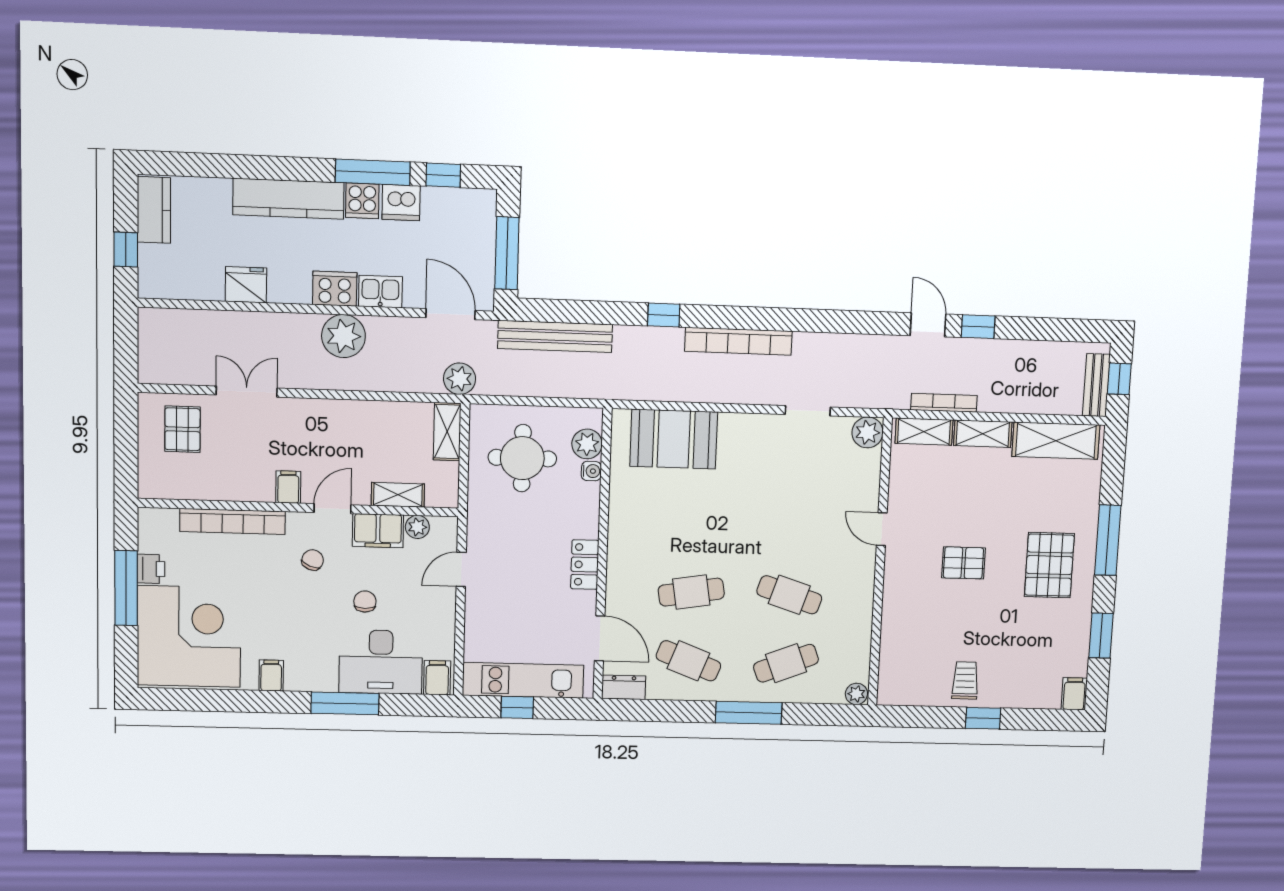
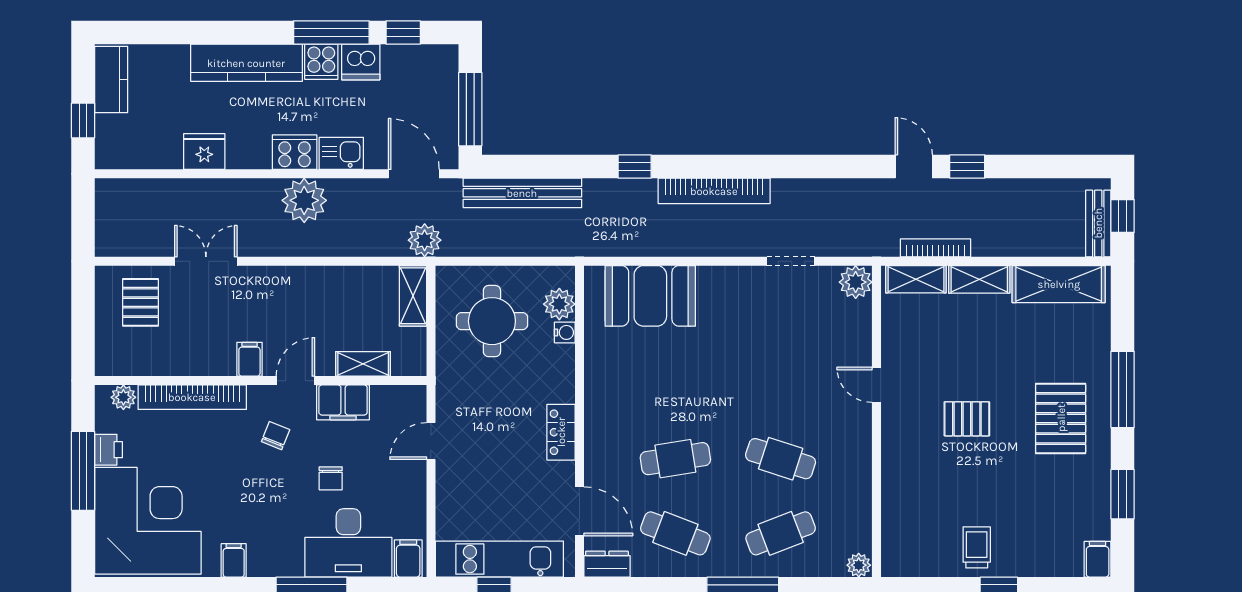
plant: (417, 527) -> (123, 397), moved
chair: (365, 602) -> (331, 478), turned 180

